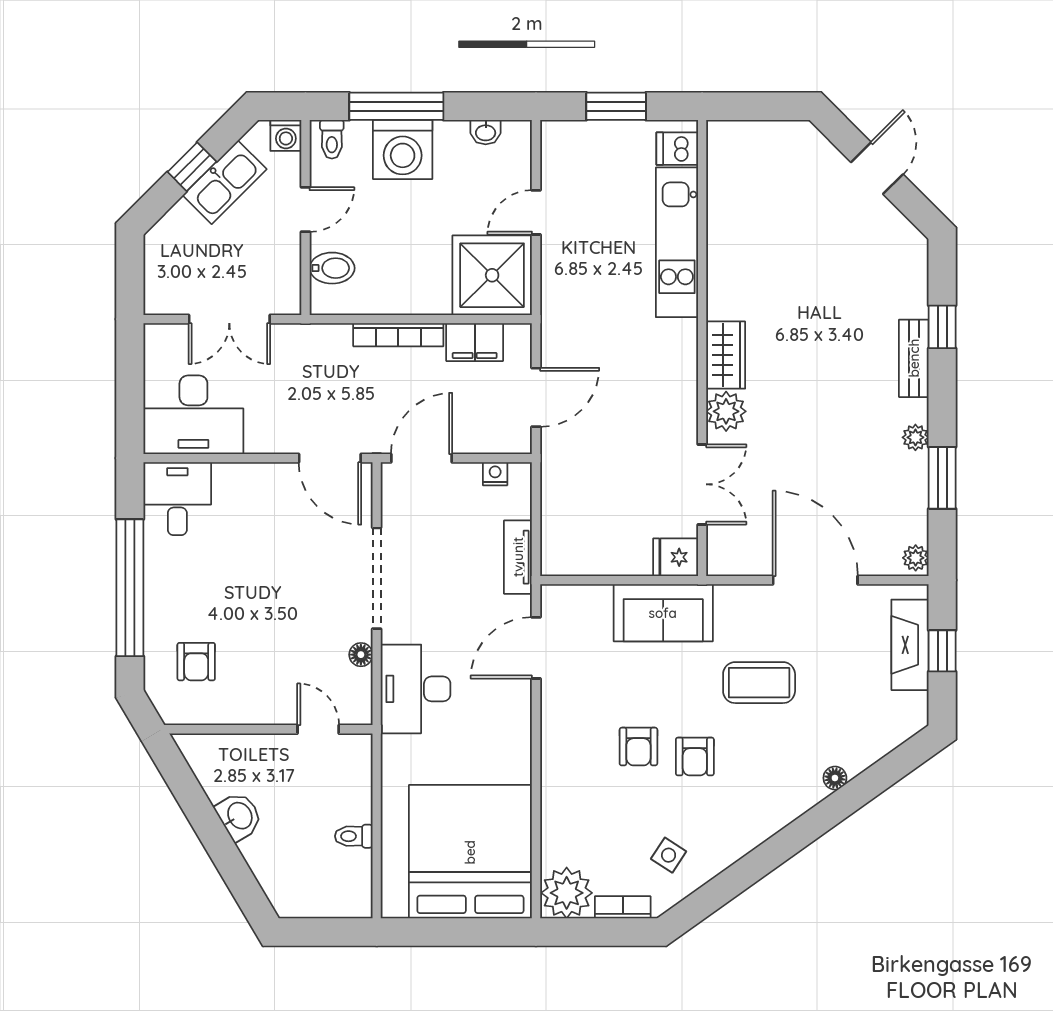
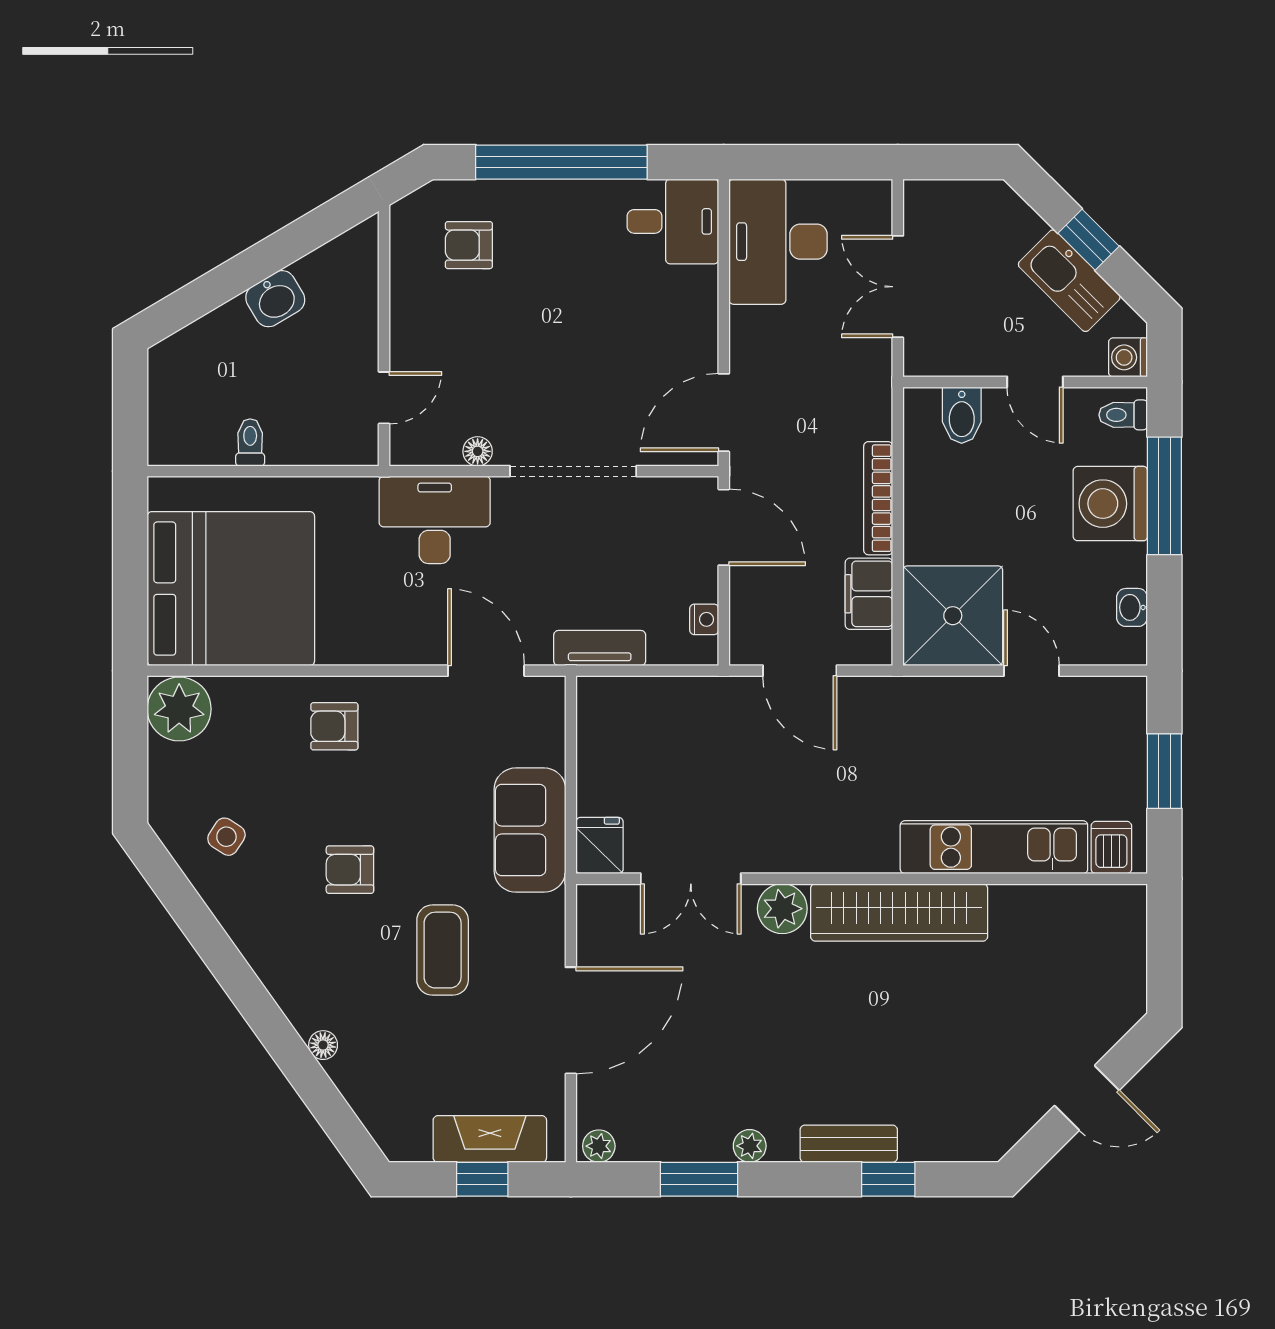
wardrobe: (726, 355) -> (899, 912), width x2.10, depth x1.17
armchair: (638, 747) -> (334, 726), moved
bookcase: (623, 907) -> (161, 779), removed

